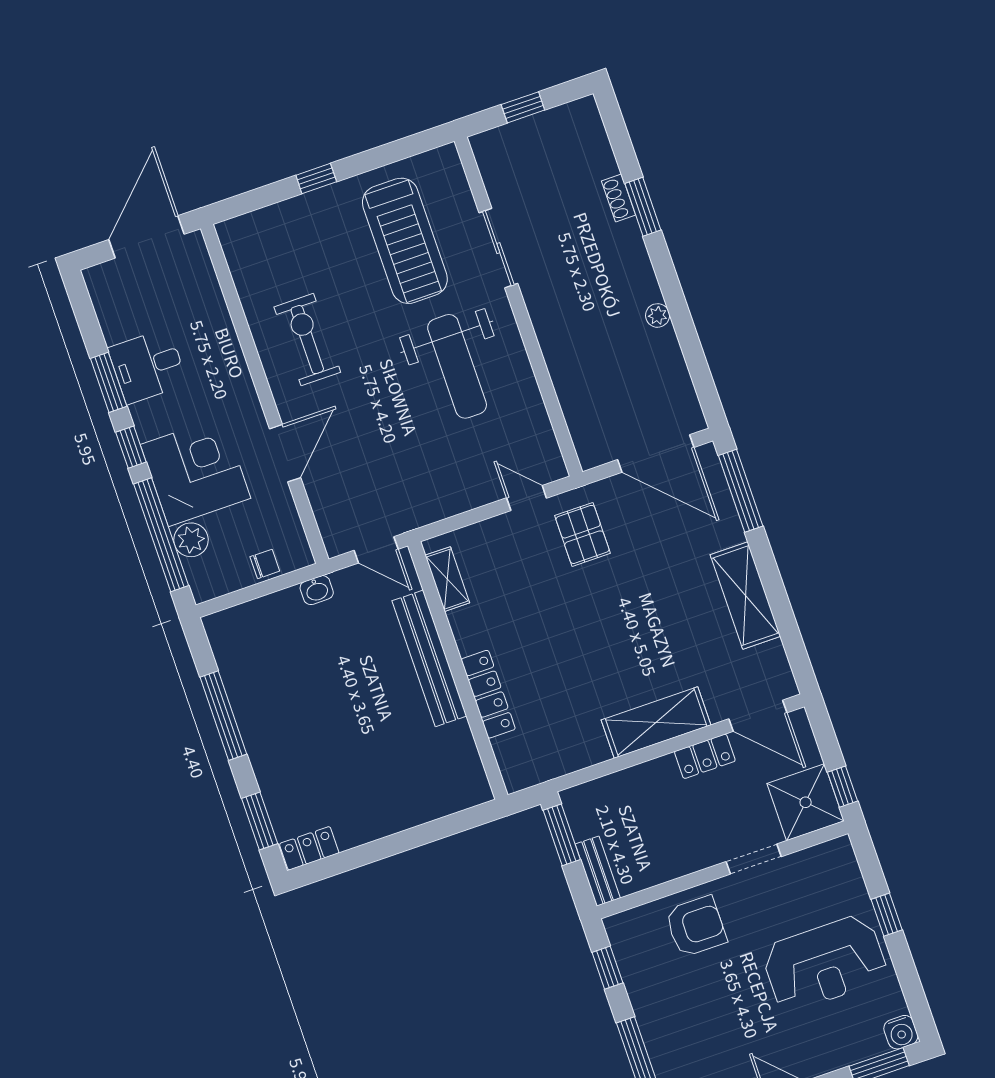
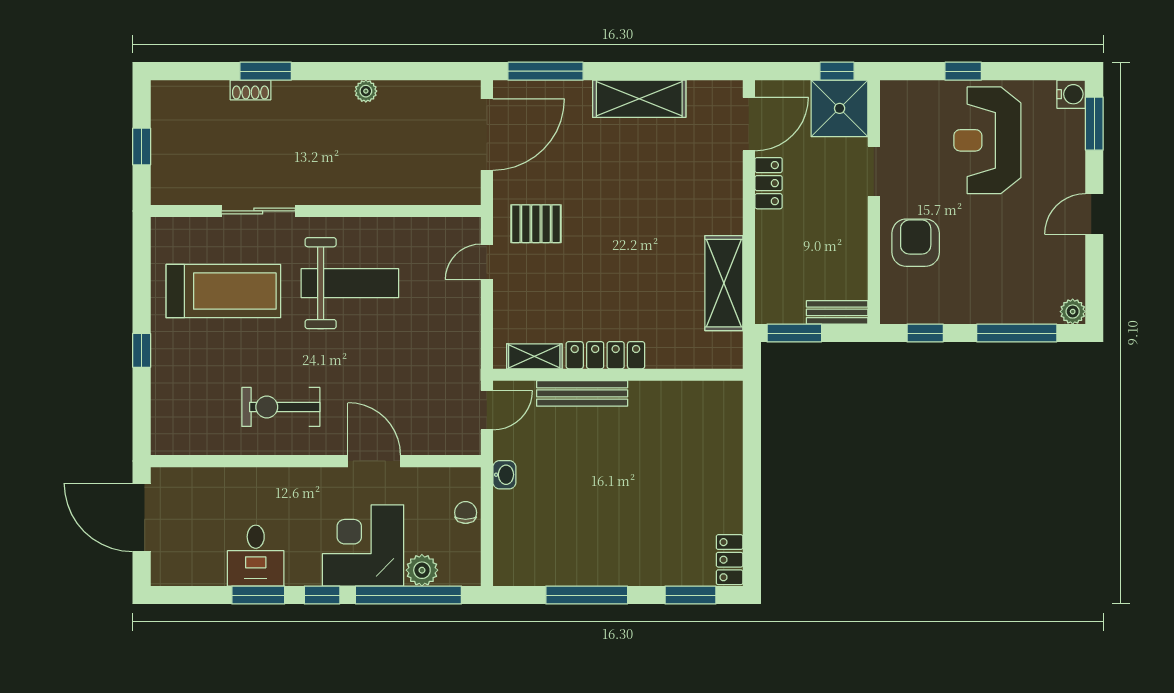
bench: (429, 658) -> (582, 393), width x0.73, depth x0.82
locker: (488, 694) -> (605, 355), moved
shelving: (656, 722) -> (724, 283), moved
reception desk: (825, 963) -> (987, 140), turned 180

